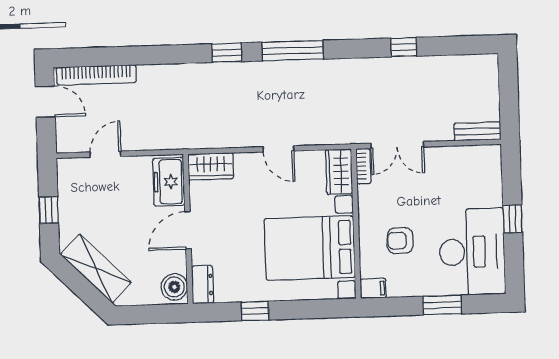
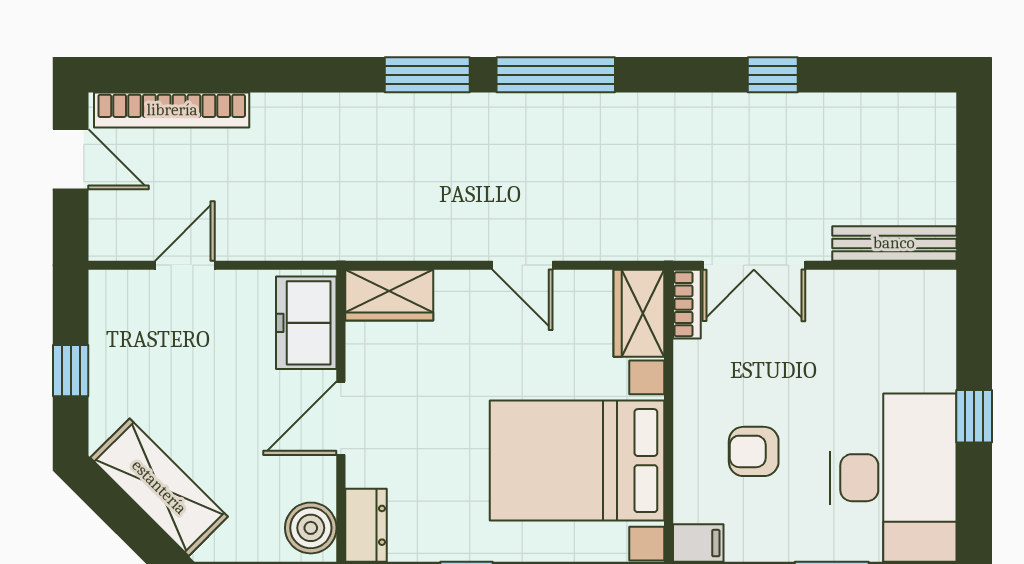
window: (227, 53) -> (427, 75), width x1.50
bench: (477, 131) -> (894, 243), width x1.36

